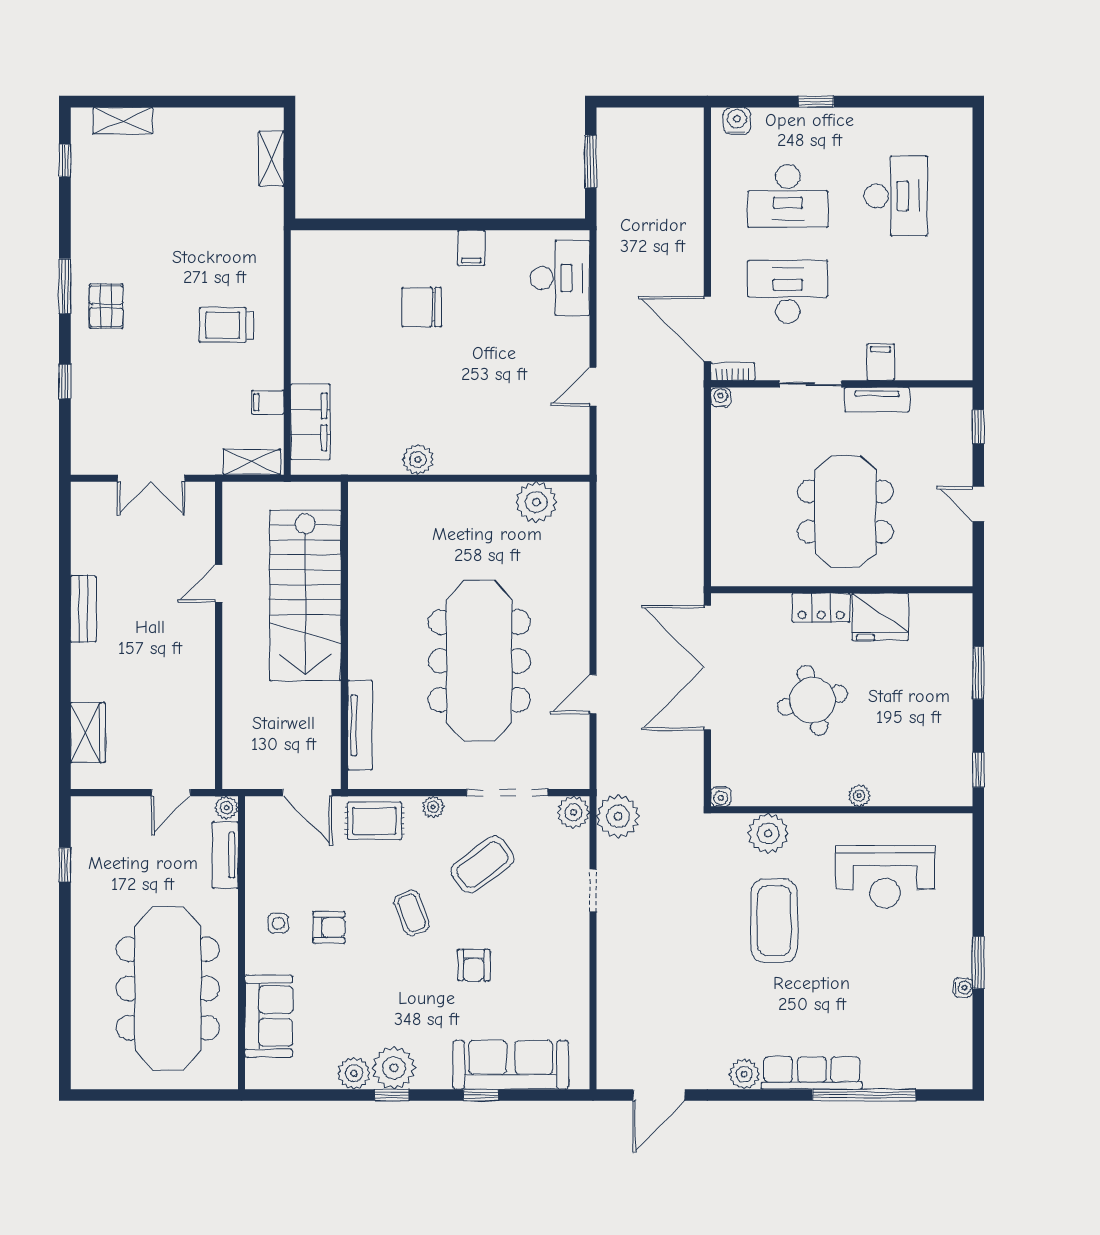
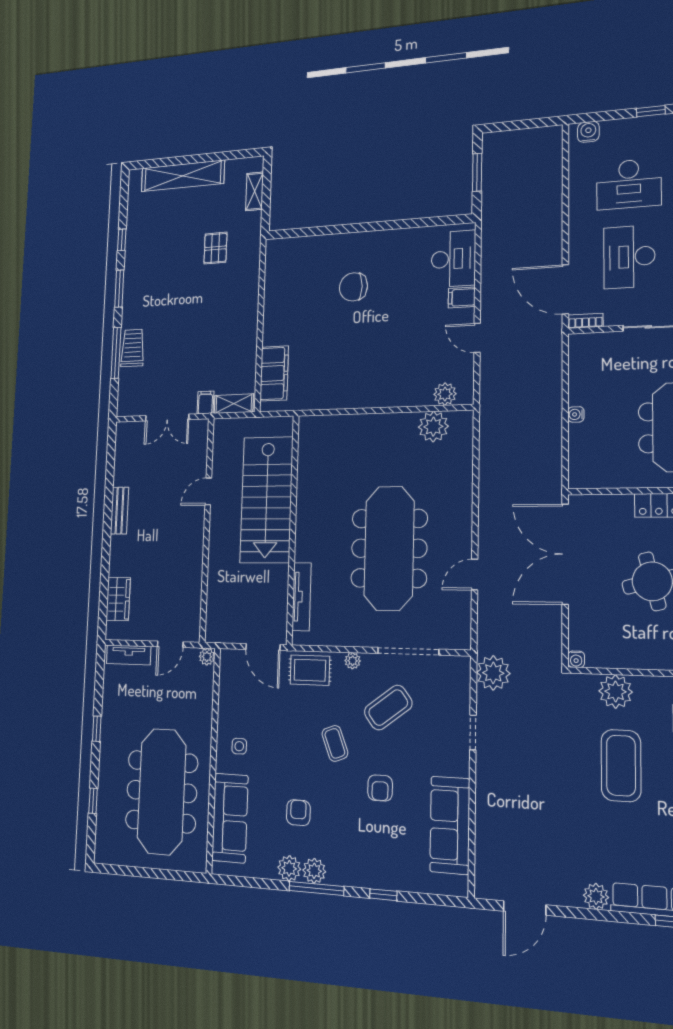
shelving: (123, 121) -> (183, 176), width x2.20, depth x1.33
window: (65, 161) -> (122, 240), moved
filing cabinet: (471, 248) -> (462, 297), moved, turned 90
desk: (788, 292) -> (629, 257), turned -90
pallet: (106, 306) -> (215, 248), moved
trolley: (226, 325) -> (133, 348), moved, turned 90
window: (65, 381) -> (116, 353), width x2.17
door: (593, 387) -> (477, 338), hinge flipped
water cooler: (721, 397) -> (576, 414), moved, turned -90
filing cabinet: (268, 402) -> (205, 403), moved, turned 90
plant: (418, 460) -> (445, 394), moved
plant: (573, 812) -> (458, 668), removed
tv unit: (225, 855) -> (129, 655), moved, turned -90
window: (65, 865) -> (97, 729), moved
armchair: (329, 927) -> (298, 813), moved, turned -90
window: (65, 1007) -> (93, 801), added
sofa: (269, 1016) -> (230, 818), width x1.36
sofa: (511, 1065) -> (450, 825), moved, turned -90
plant: (394, 1068) -> (314, 871), width x0.73, depth x0.73
window: (392, 1095) -> (316, 888), width x2.17

